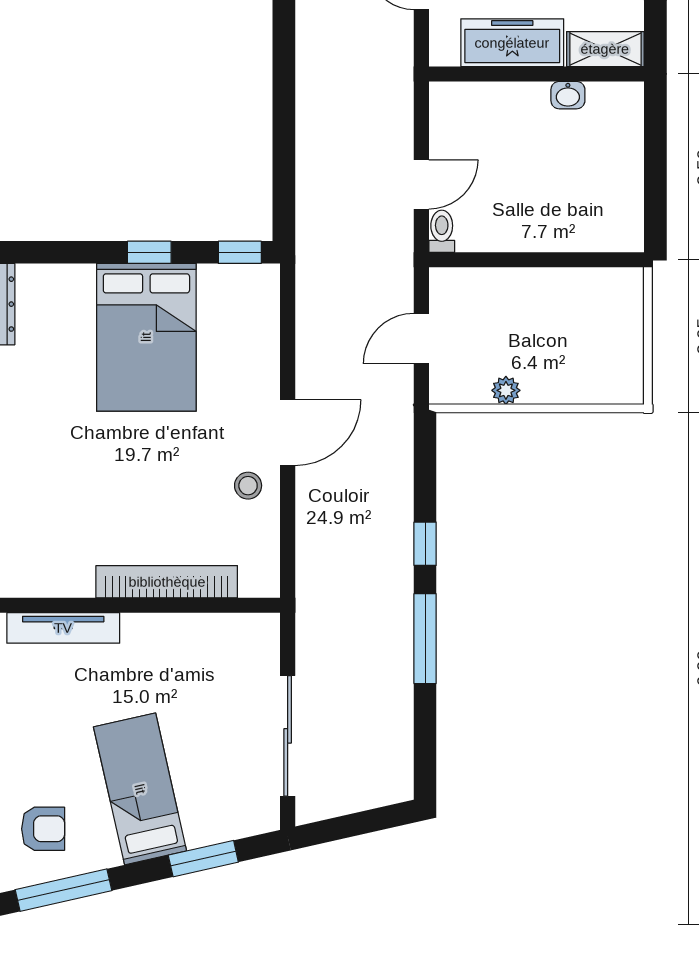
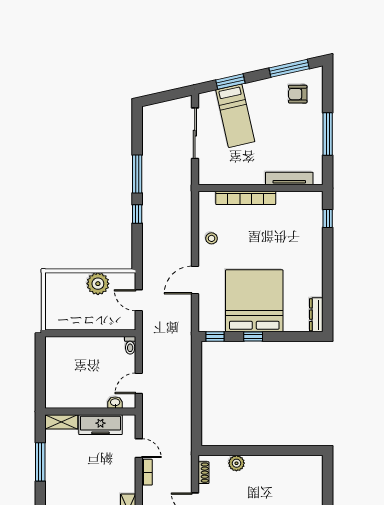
washbasin: (568, 95) -> (115, 403), moved
door: (421, 184) -> (139, 383), moved
bed: (146, 337) -> (254, 301), width x1.36
door: (421, 339) -> (139, 300), swing flipped
plant: (506, 390) -> (98, 284), width x1.88, depth x1.88
door: (288, 433) -> (195, 280), moved
bed: (140, 789) -> (235, 116), moved

